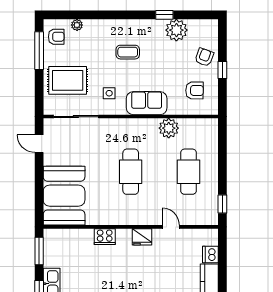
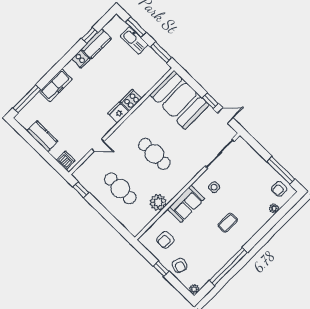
window: (164, 15) -> (228, 267), width x3.17
plant: (176, 30) -> (194, 289), moved, width x0.53, depth x0.53
rug: (68, 80) -> (246, 170), removed
window: (39, 169) -> (210, 101), added
fridge: (142, 237) -> (118, 112), moved
dishwasher: (210, 254) -> (66, 160), moved

